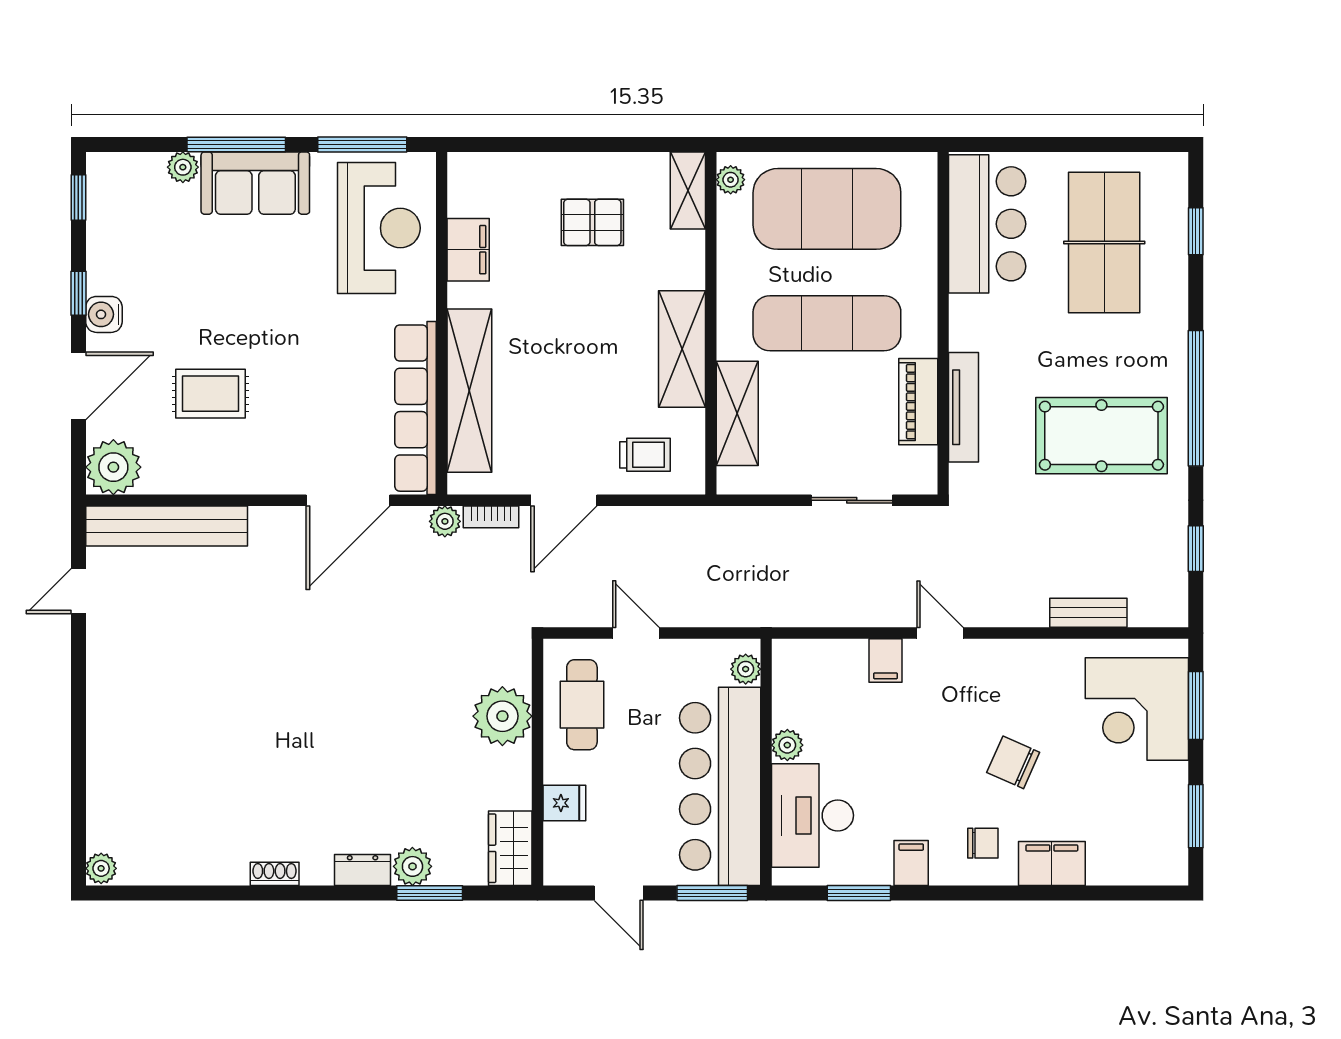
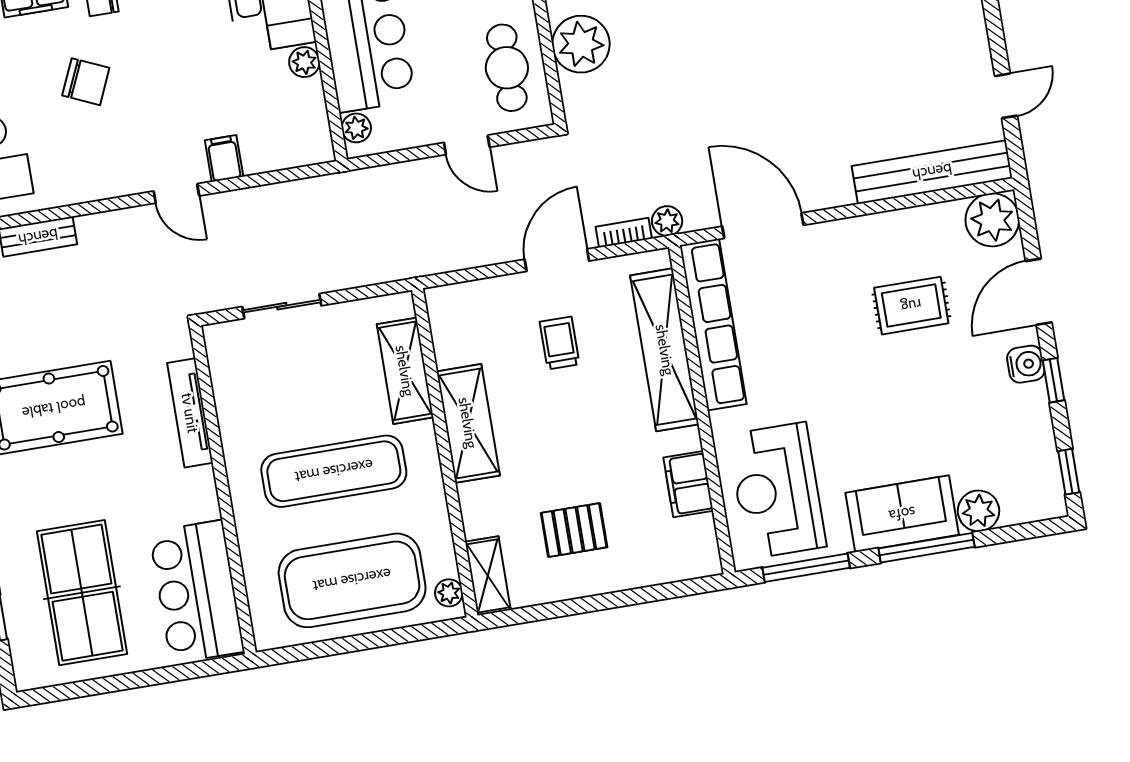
plant: (183, 167) -> (978, 511), width x1.38, depth x1.38
piano: (918, 402) -> (234, 411), removed
trolley: (645, 455) -> (560, 343), moved, turned 90
door: (348, 500) -> (763, 226), hinge flipped

